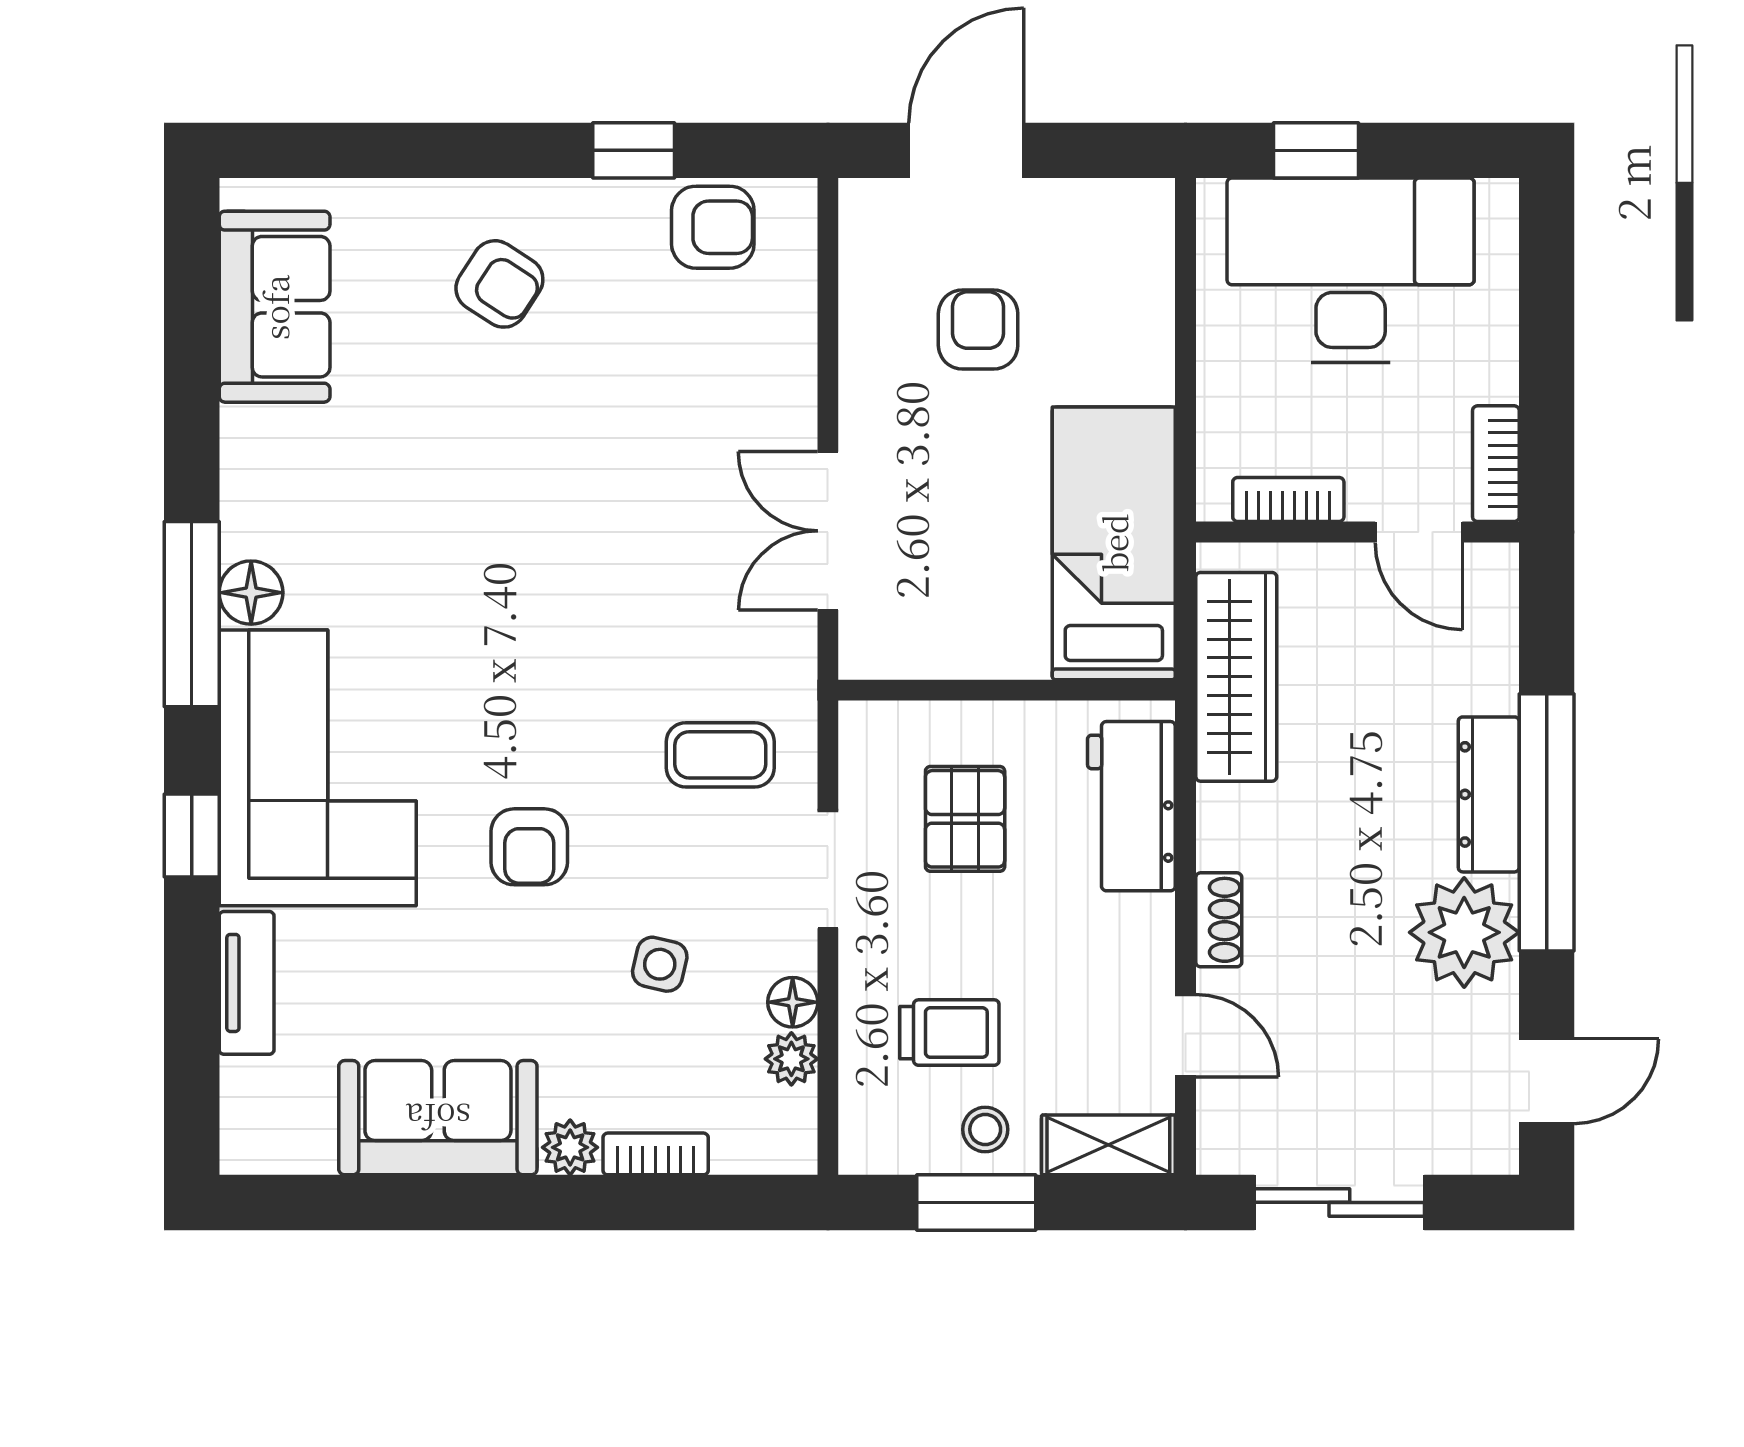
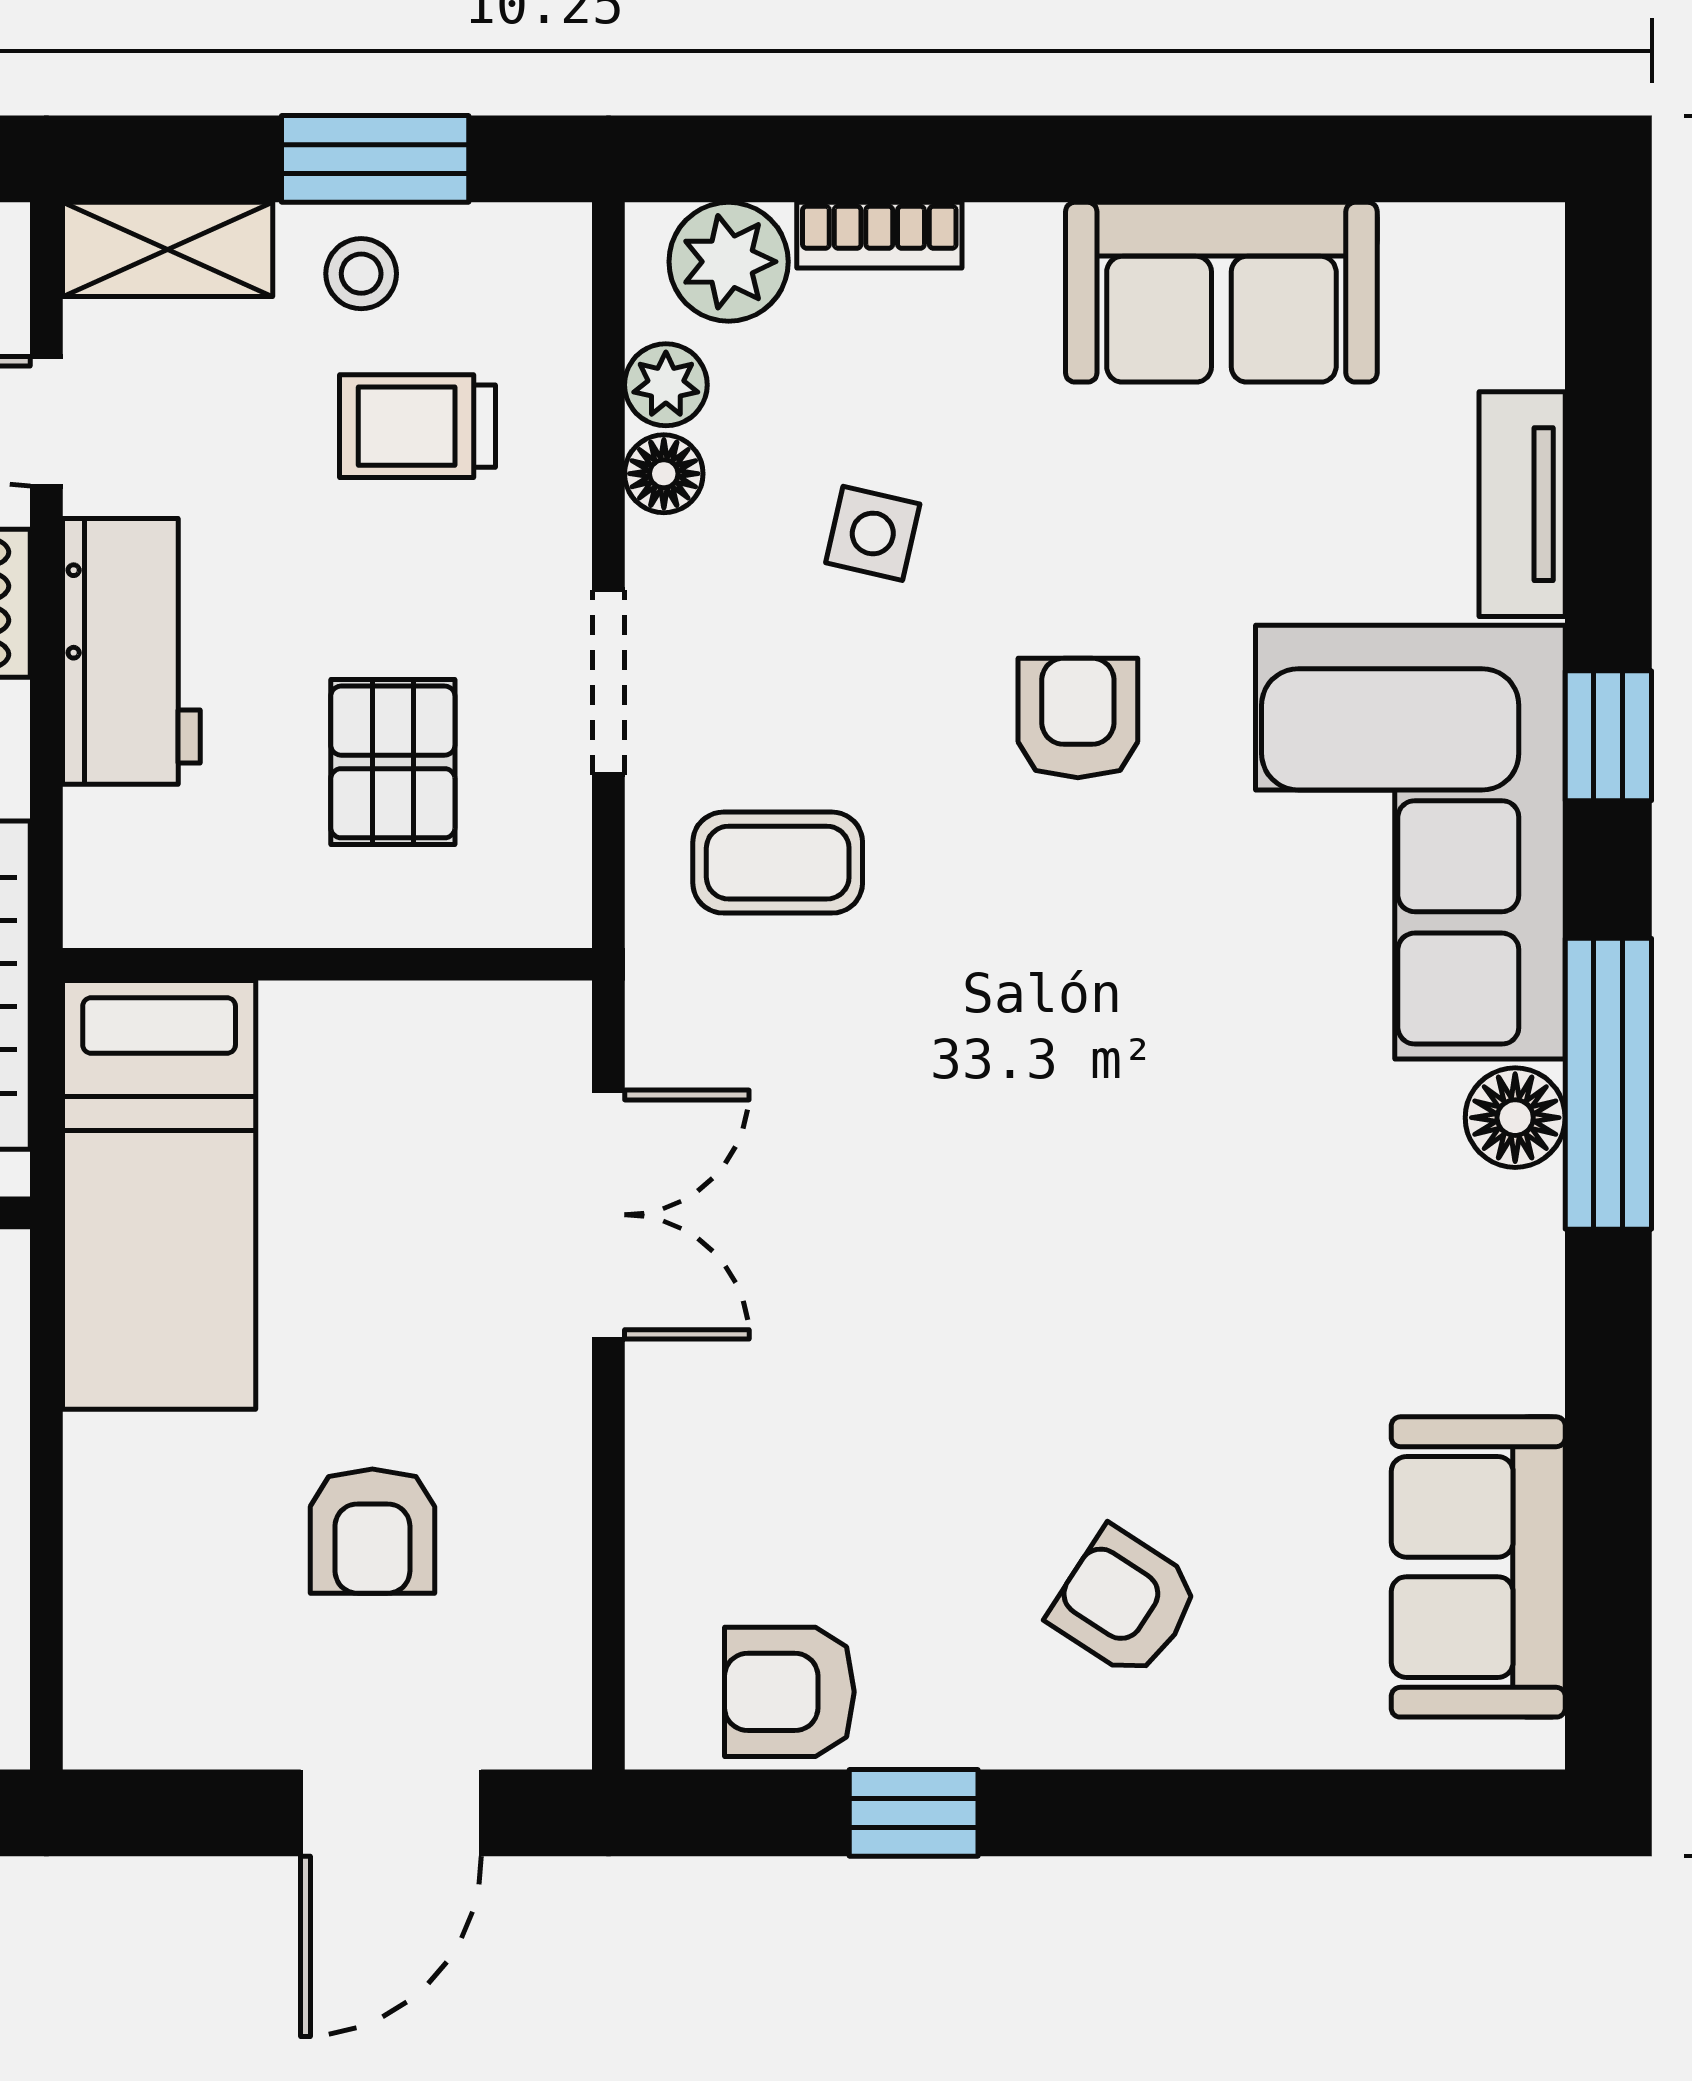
workbench: (1131, 806) -> (131, 651), moved
plant: (570, 1147) -> (729, 262), moved, width x1.38, depth x1.38

